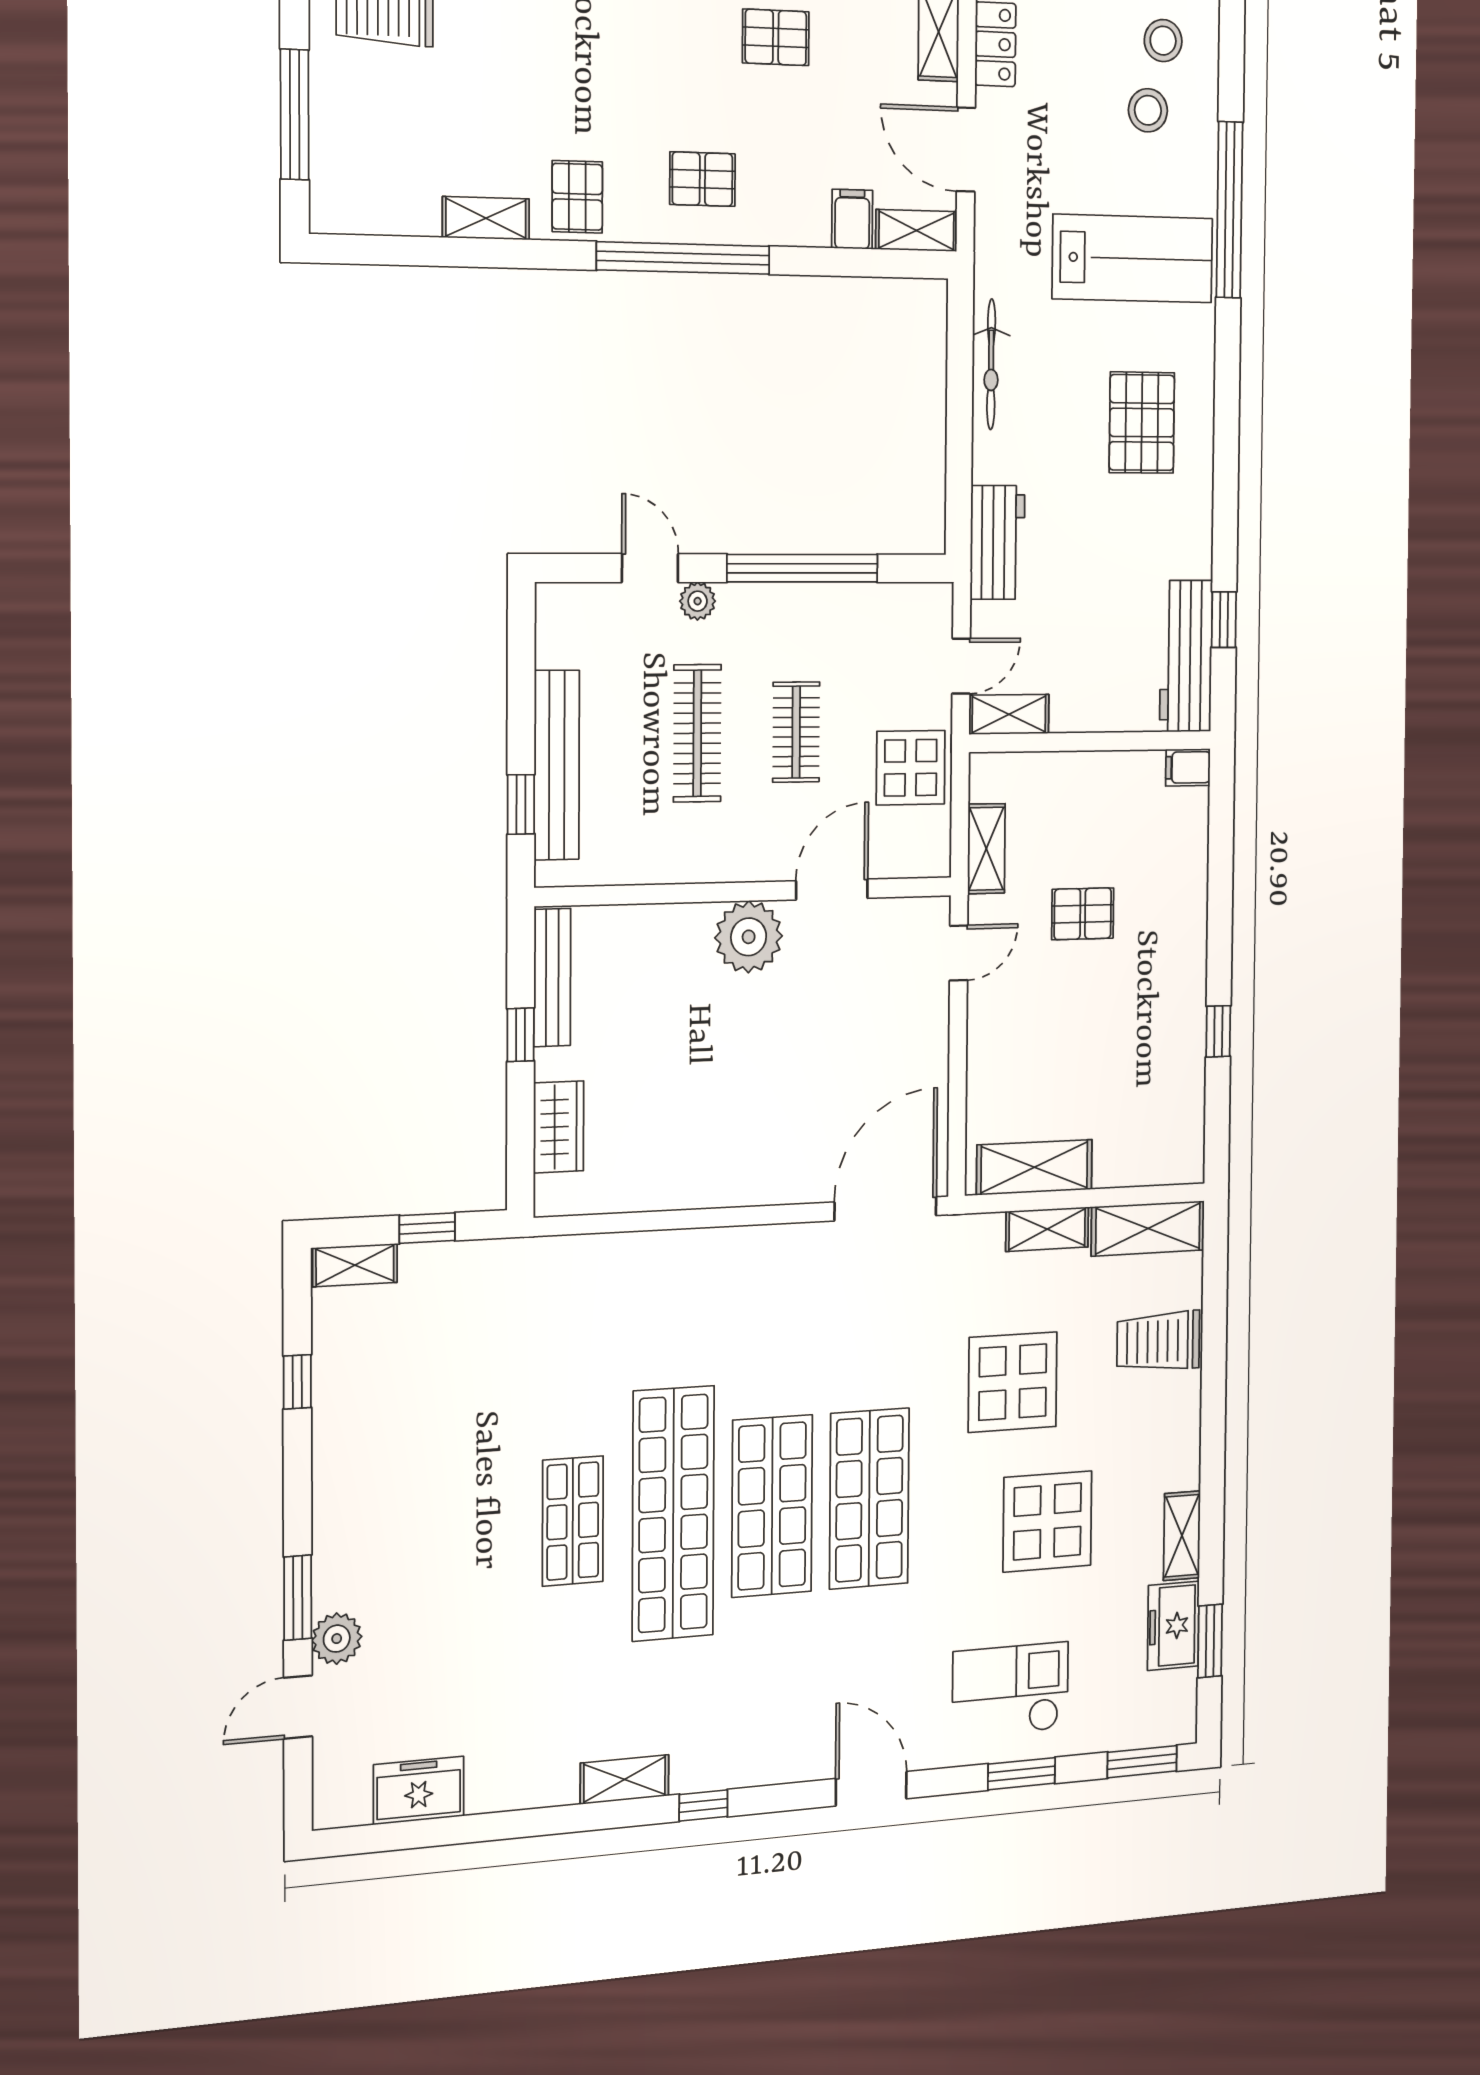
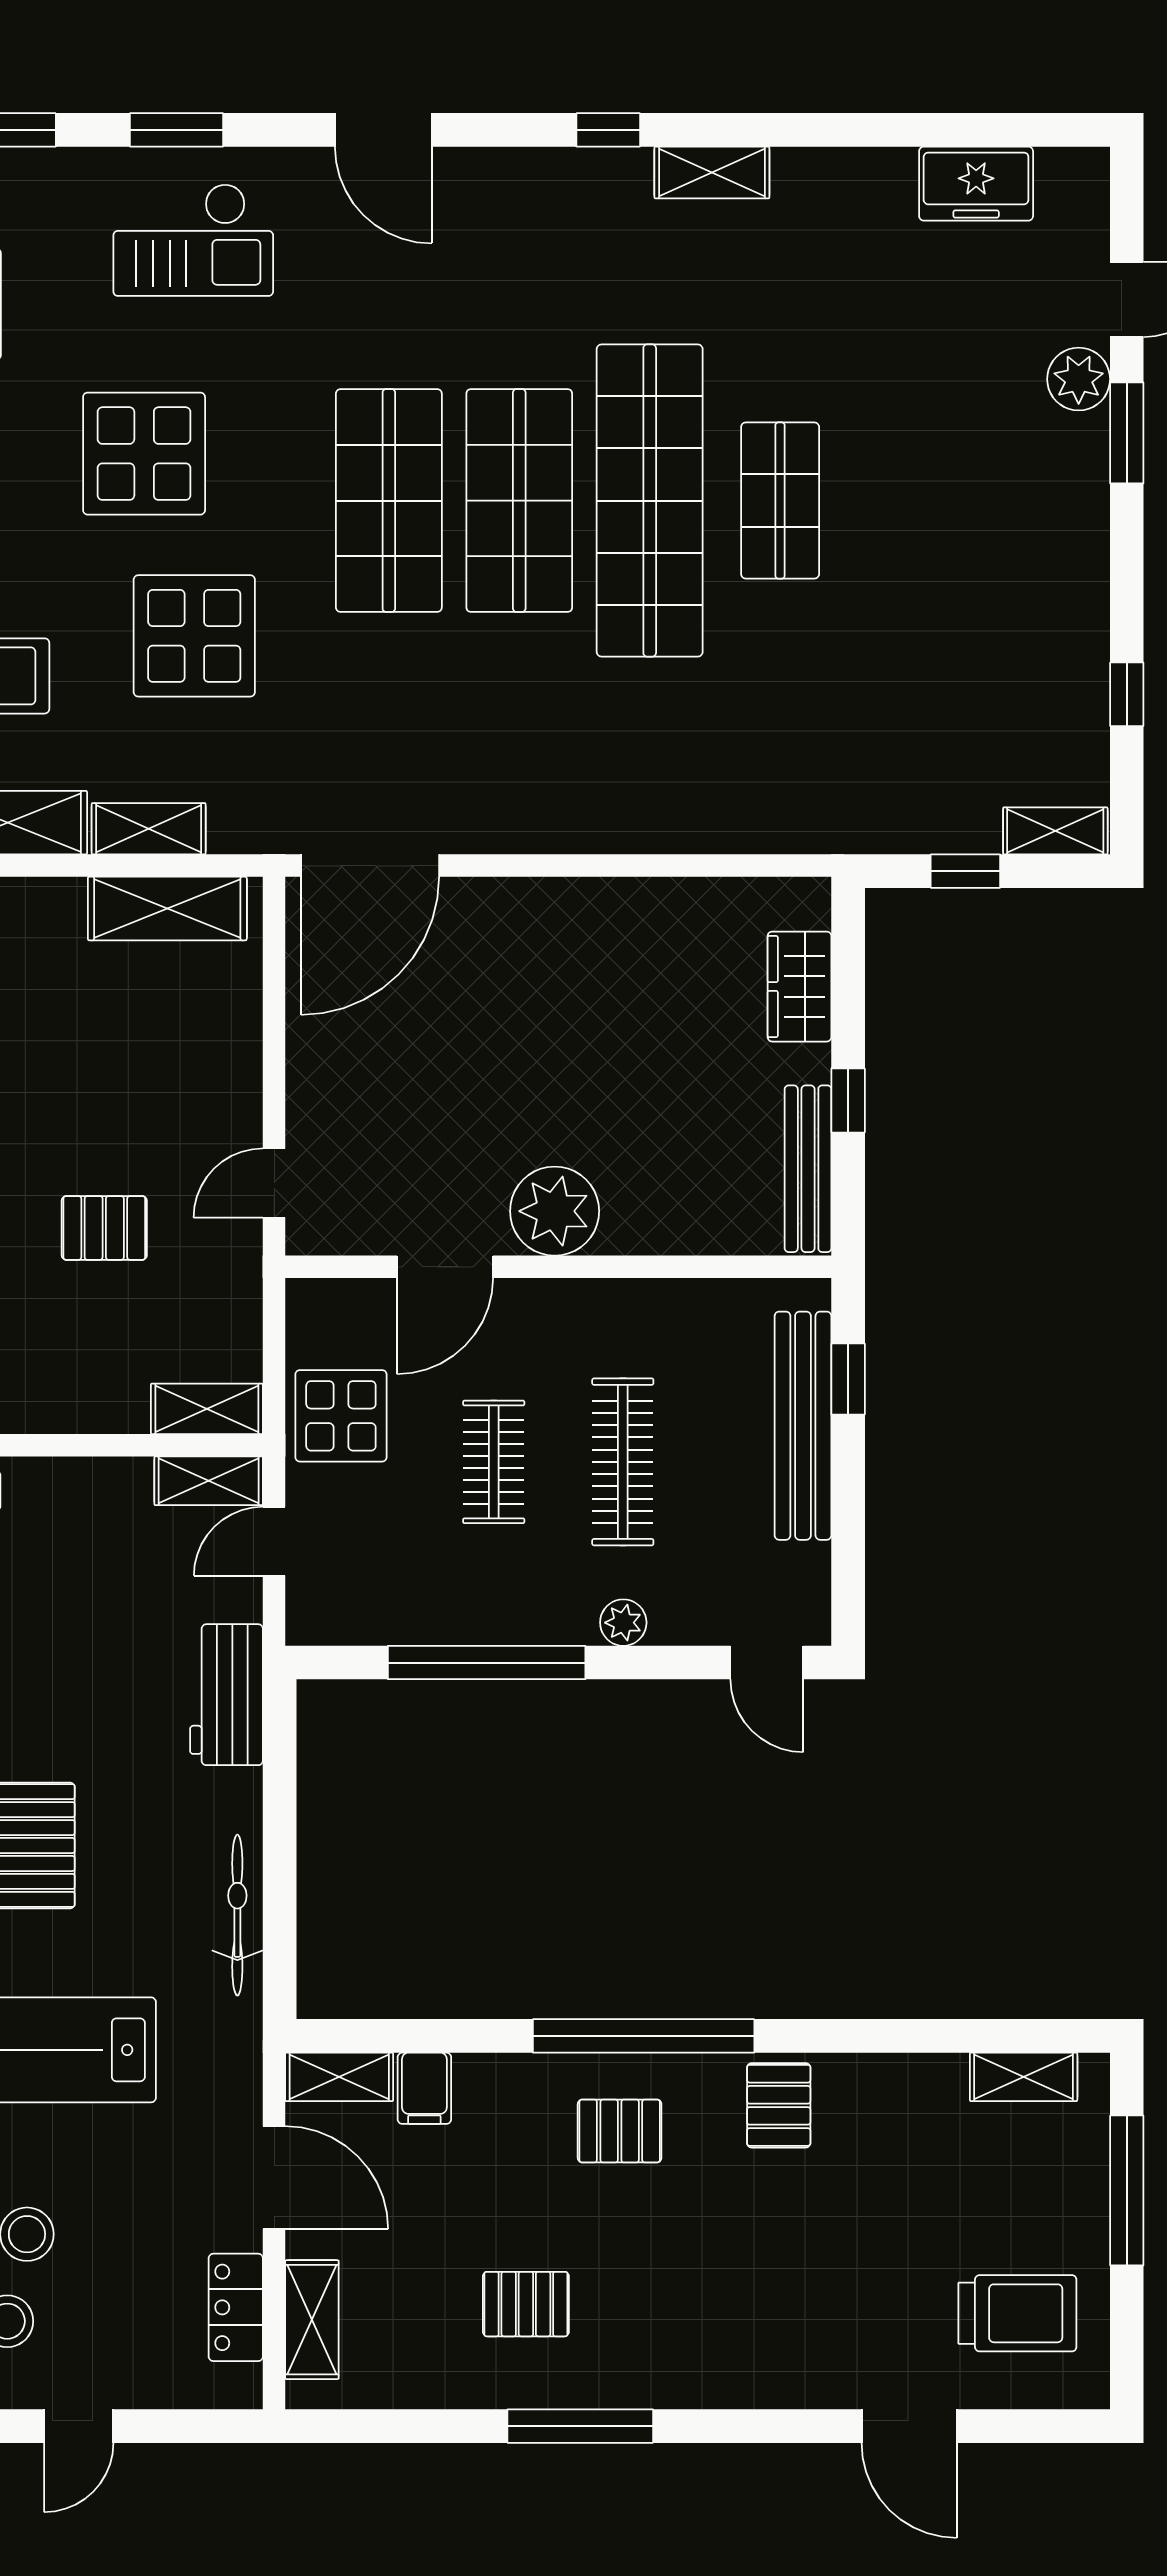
shelving: (486, 218) -> (1024, 2077), moved
door: (650, 568) -> (767, 1663), moved
shelving: (986, 849) -> (207, 1409), moved, turned 90

